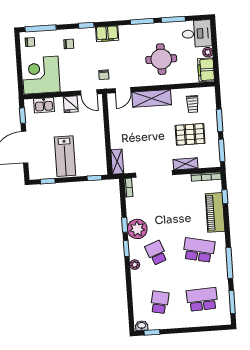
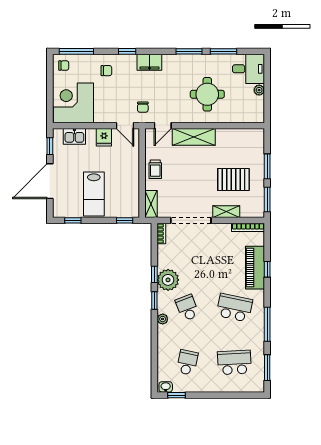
filing cabinet: (206, 70) -> (256, 109), removed
trolley: (193, 104) -> (155, 169), moved
window: (225, 197) -> (267, 269), moved

